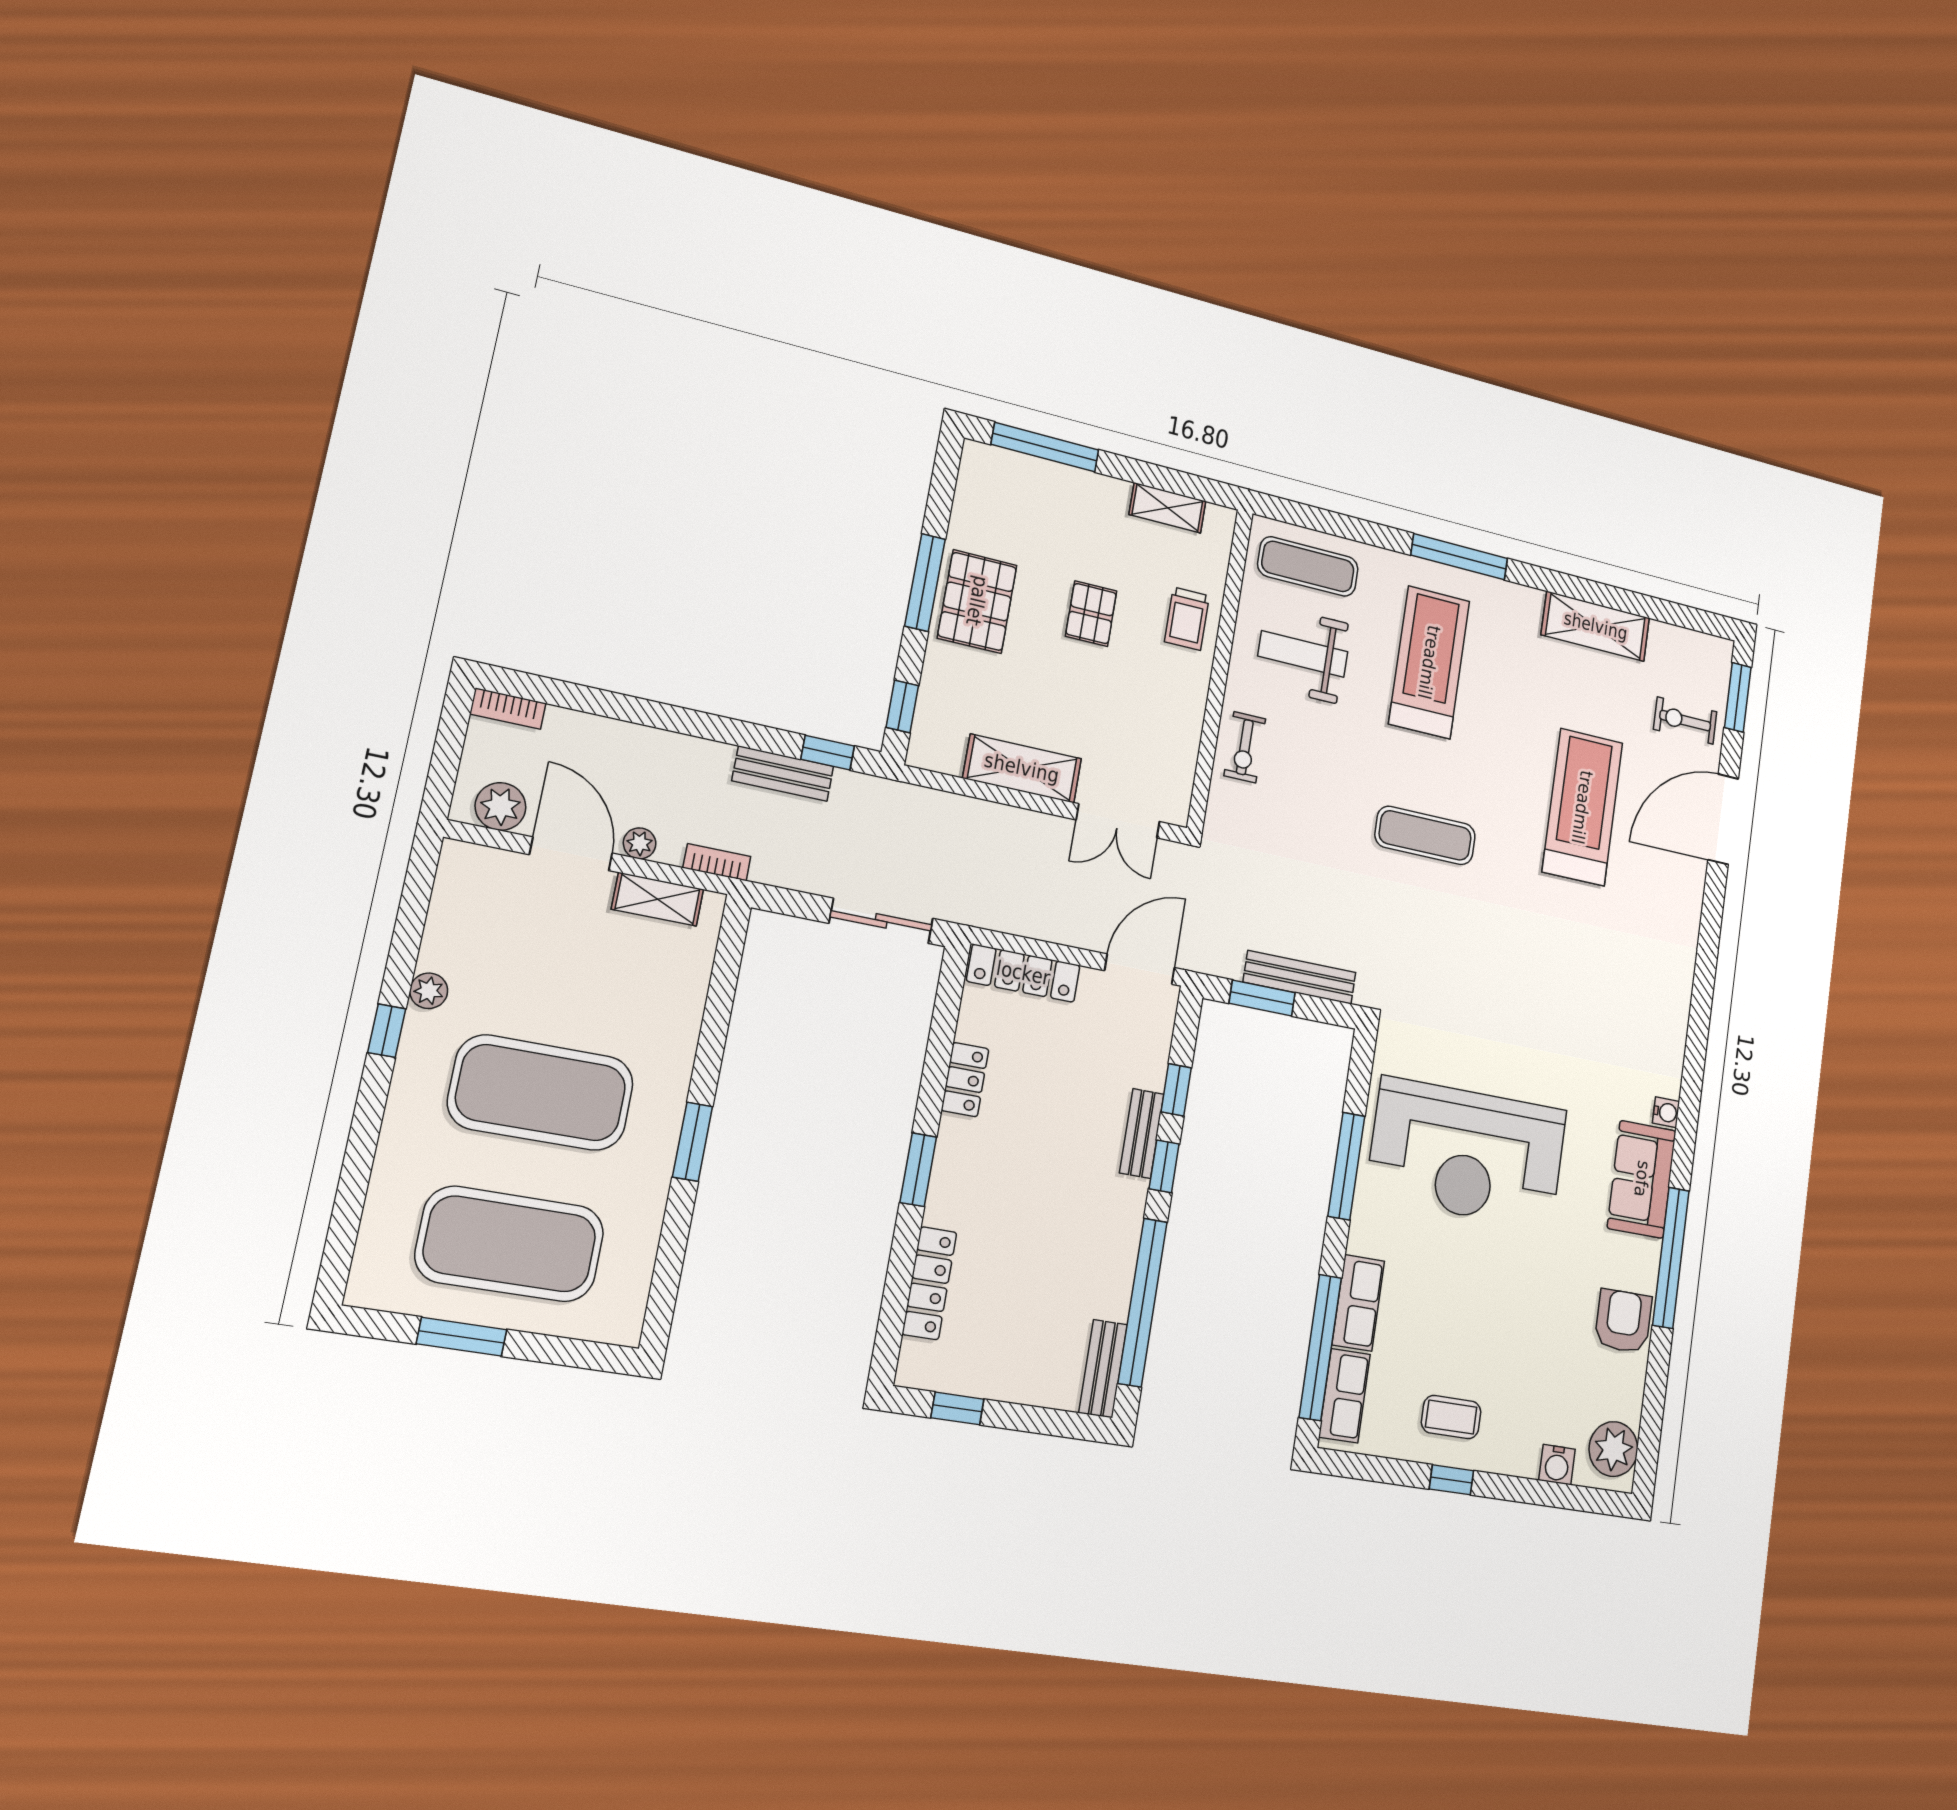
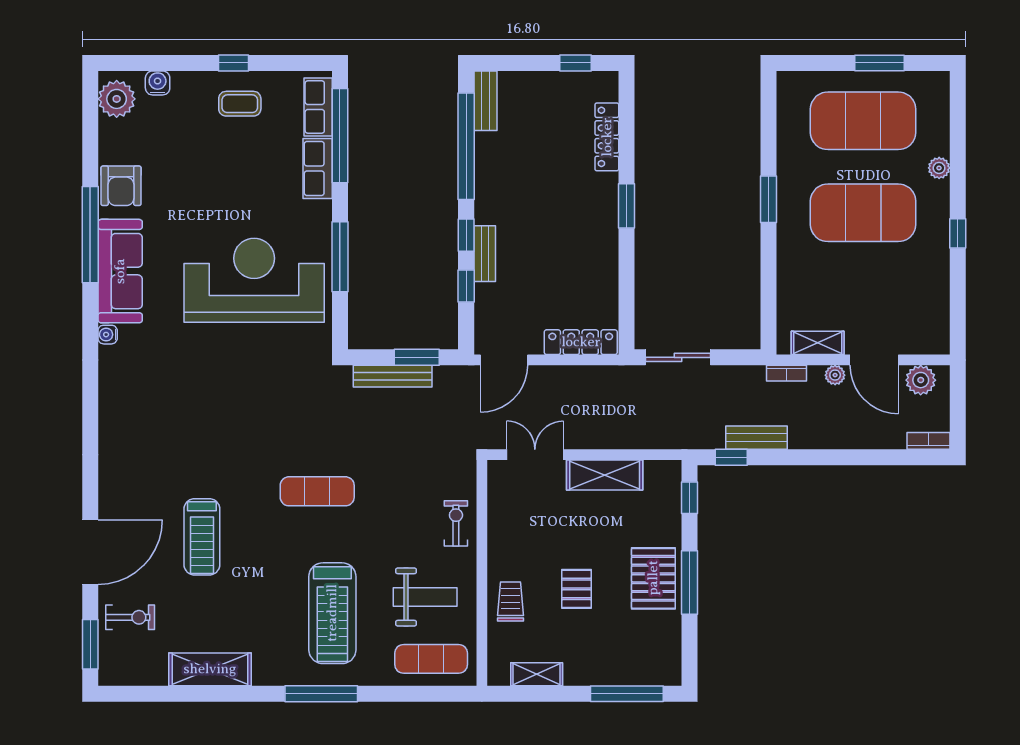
treadmill: (1582, 807) -> (202, 537), width x0.73, depth x0.73
plant: (429, 991) -> (939, 168), moved
locker: (965, 1080) -> (607, 267), removed
sofa: (1642, 1179) -> (120, 271), width x1.36

